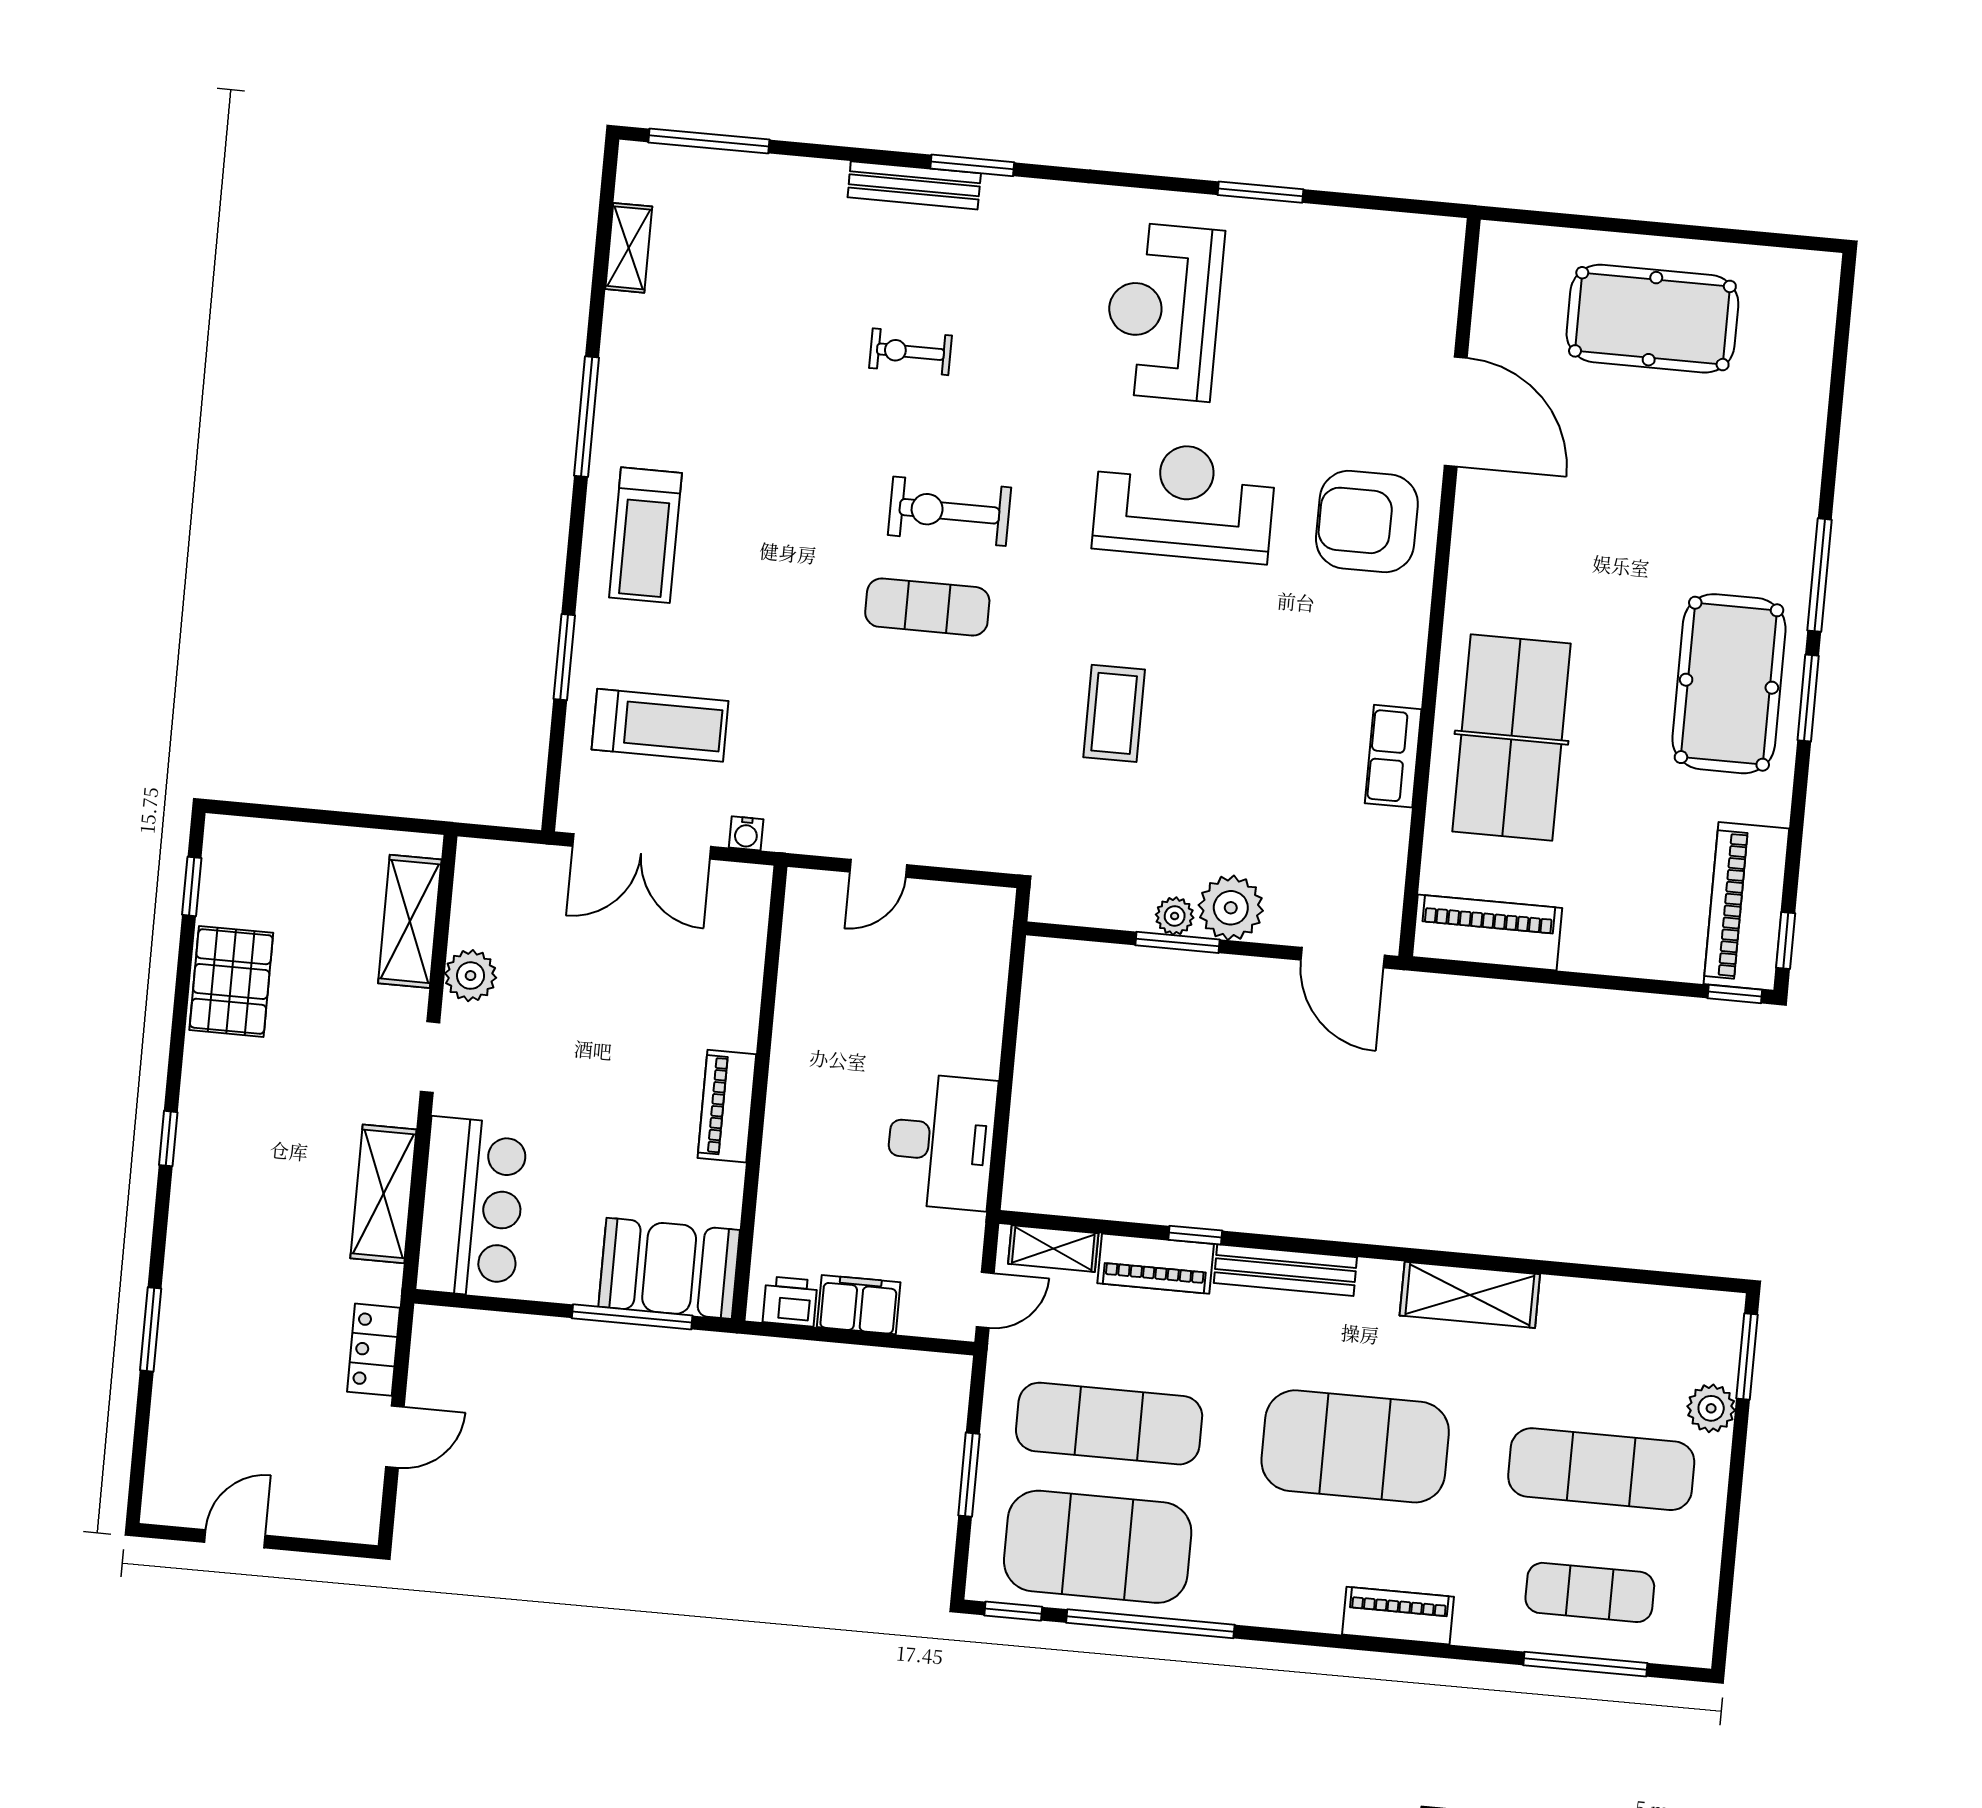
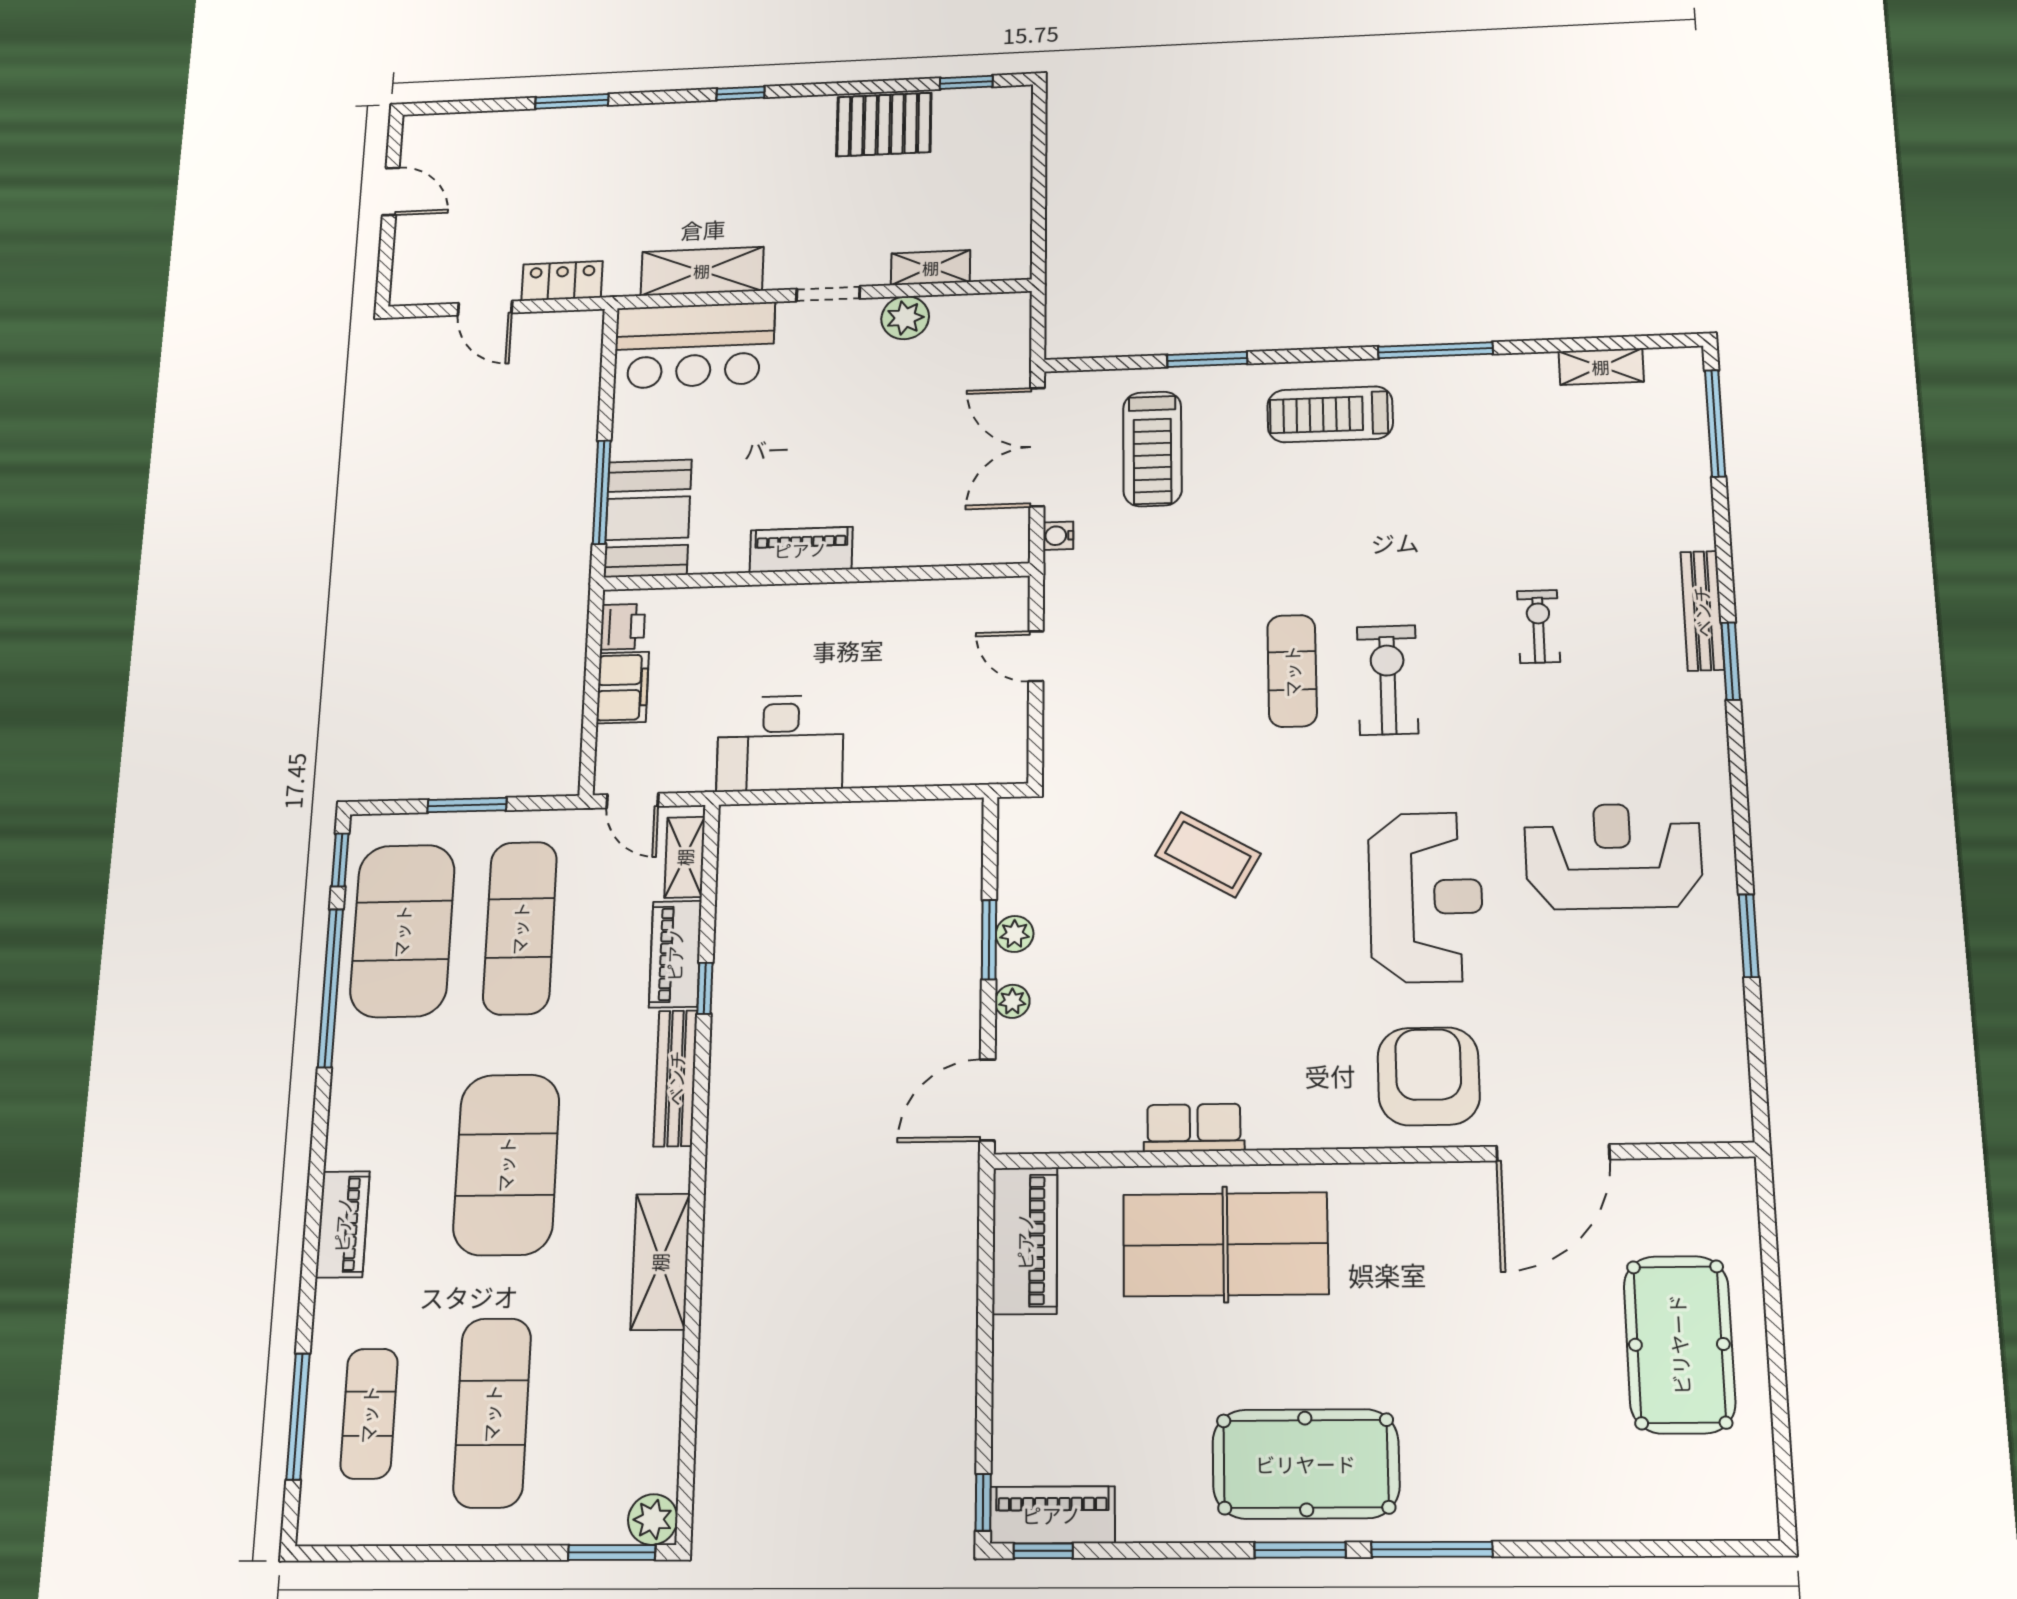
coffee table: (1114, 713) -> (1208, 855), turned 30
piano: (1746, 906) -> (1052, 1515), width x0.73, depth x0.75
plant: (1231, 908) -> (1012, 1001), width x0.53, depth x0.53
shelving: (410, 921) -> (931, 268), width x0.67, depth x0.75
plant: (1711, 1408) -> (653, 1520), moved

